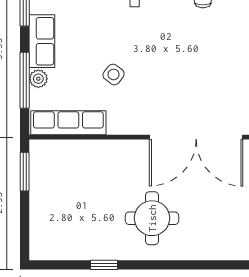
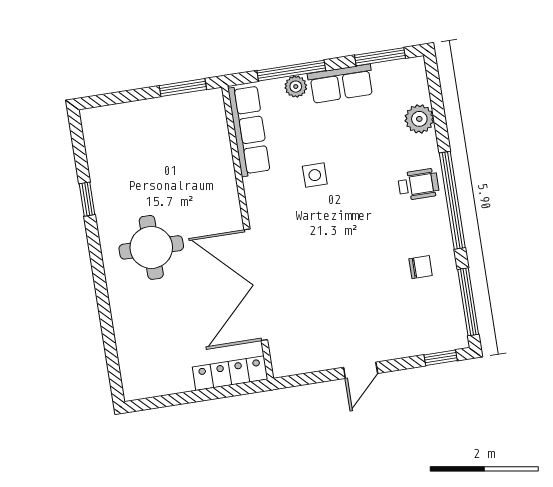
side table: (114, 74) -> (315, 175), turned -37

